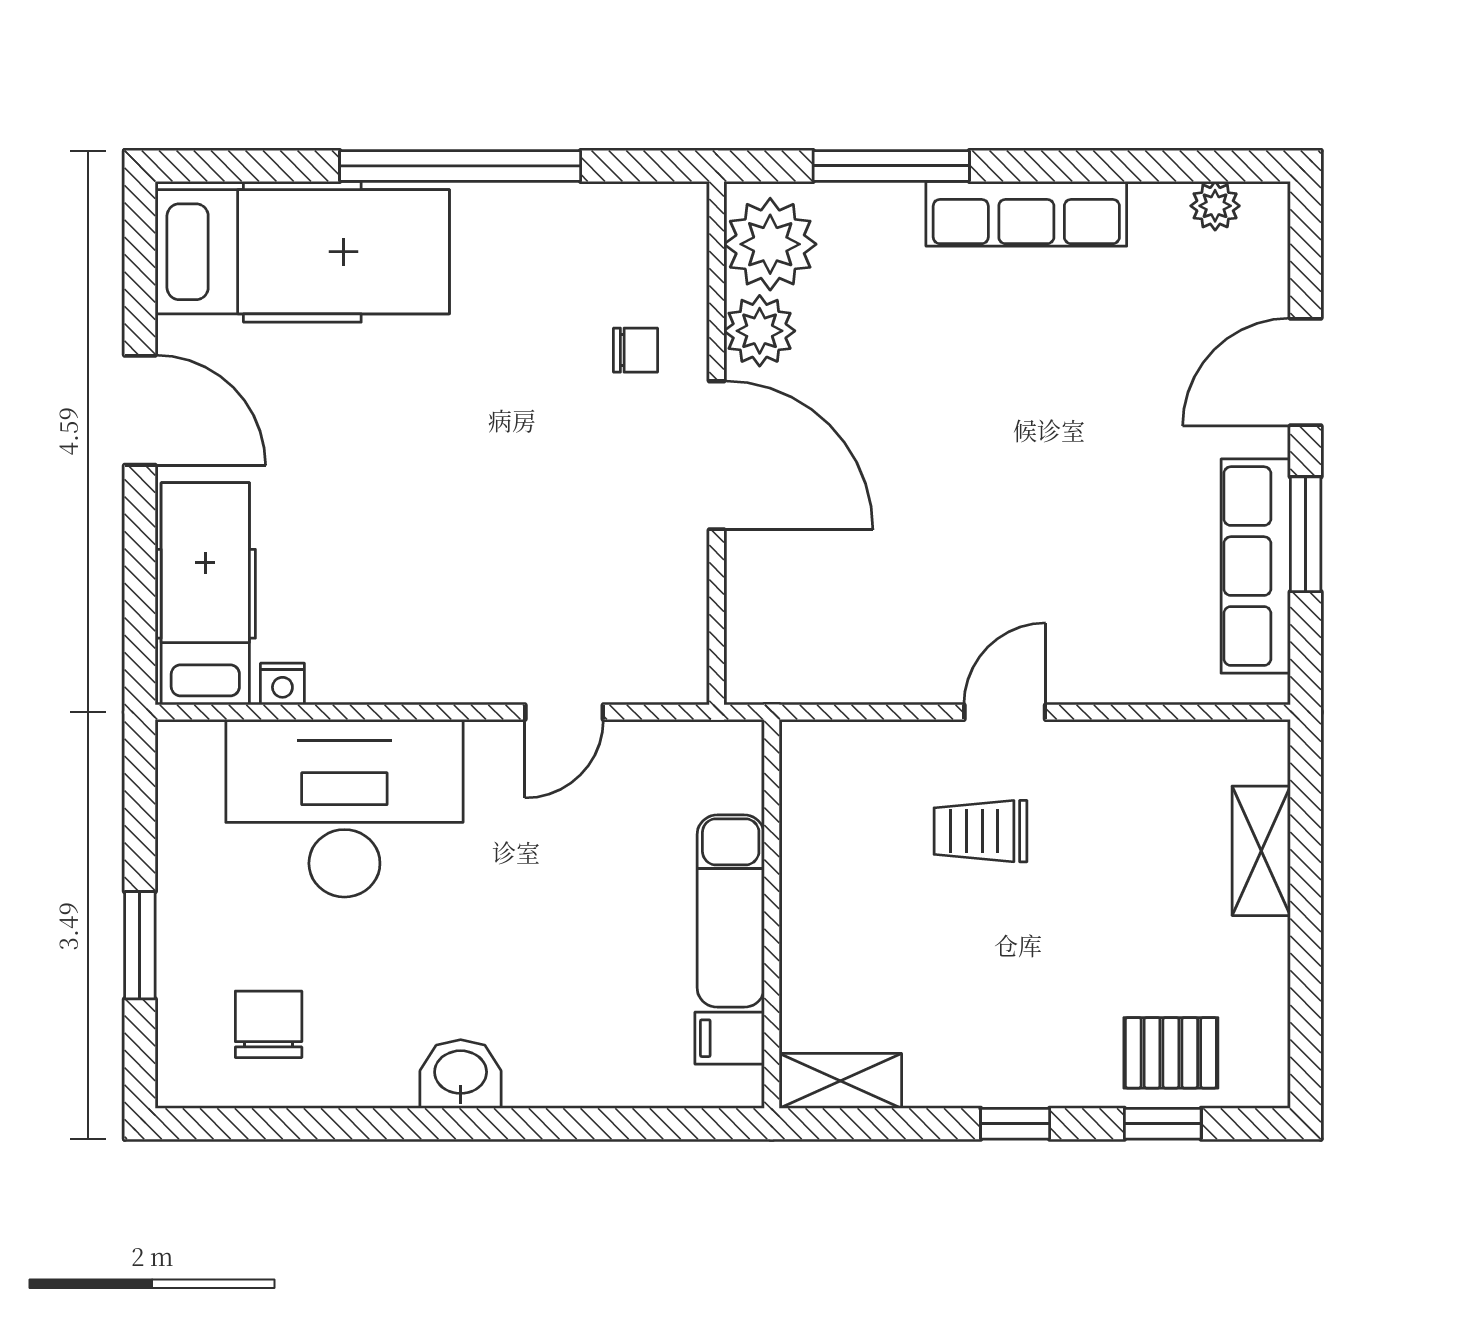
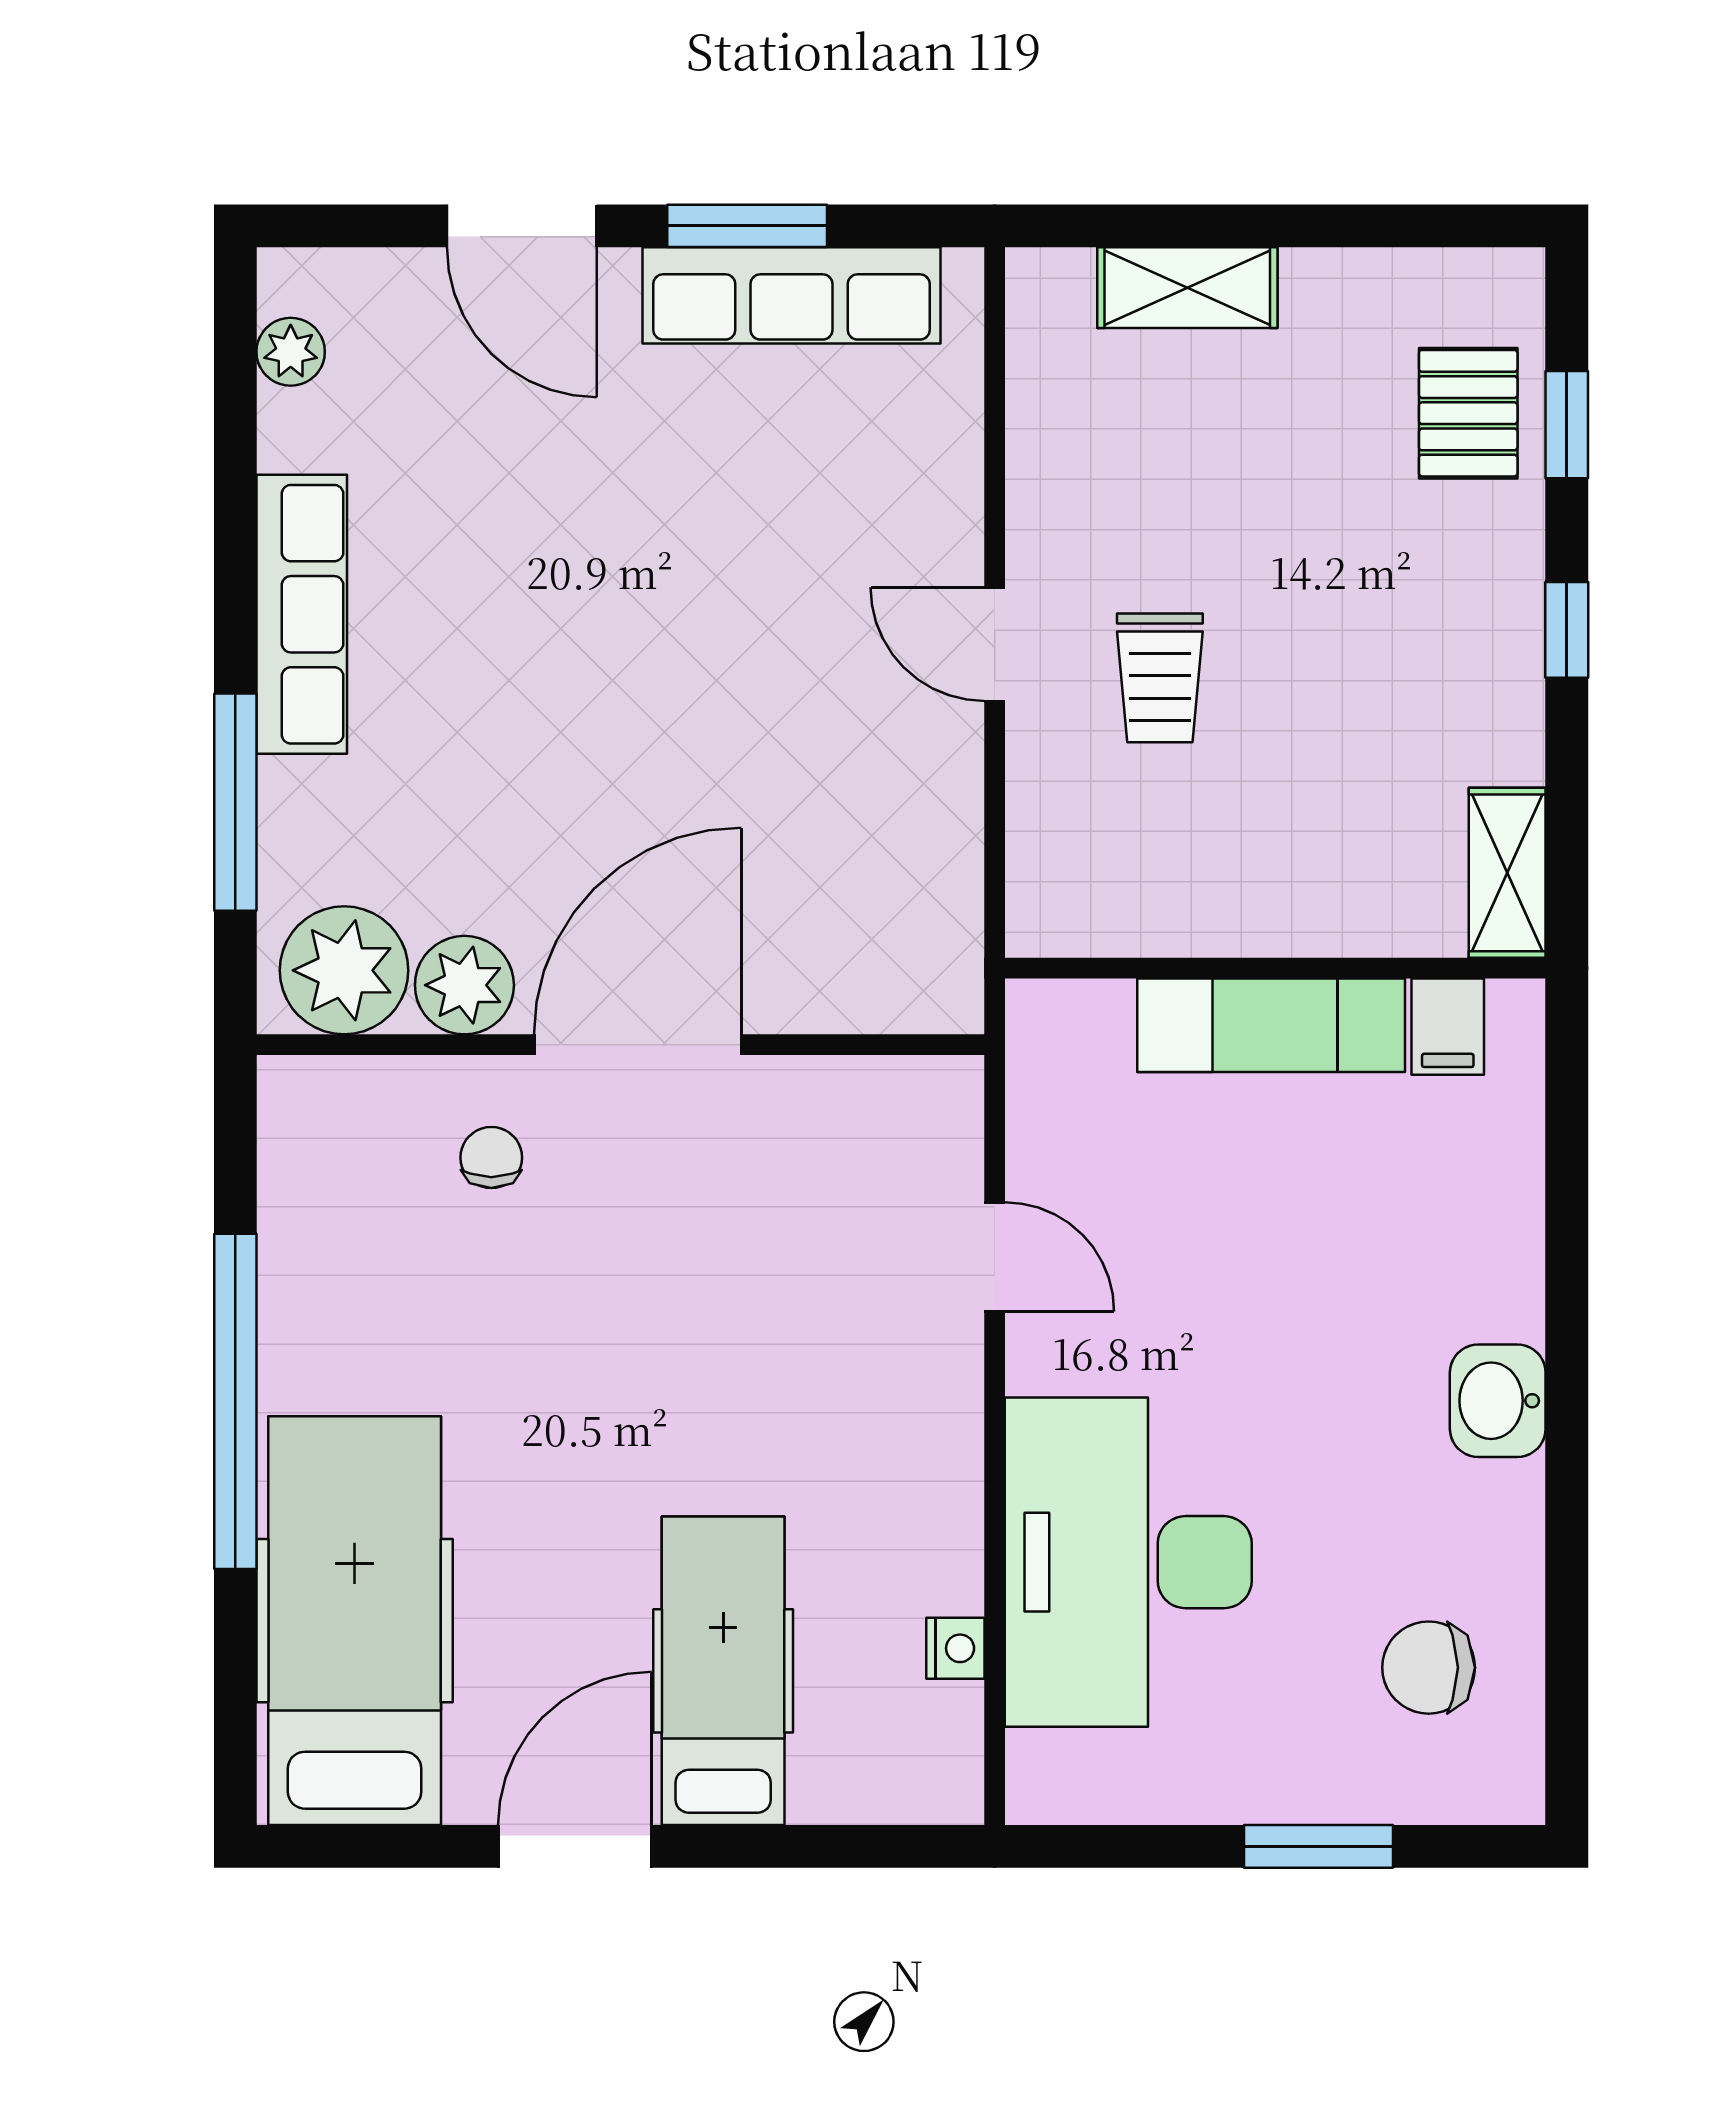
hospital bed: (205, 594) -> (723, 1671), moved, turned 90

